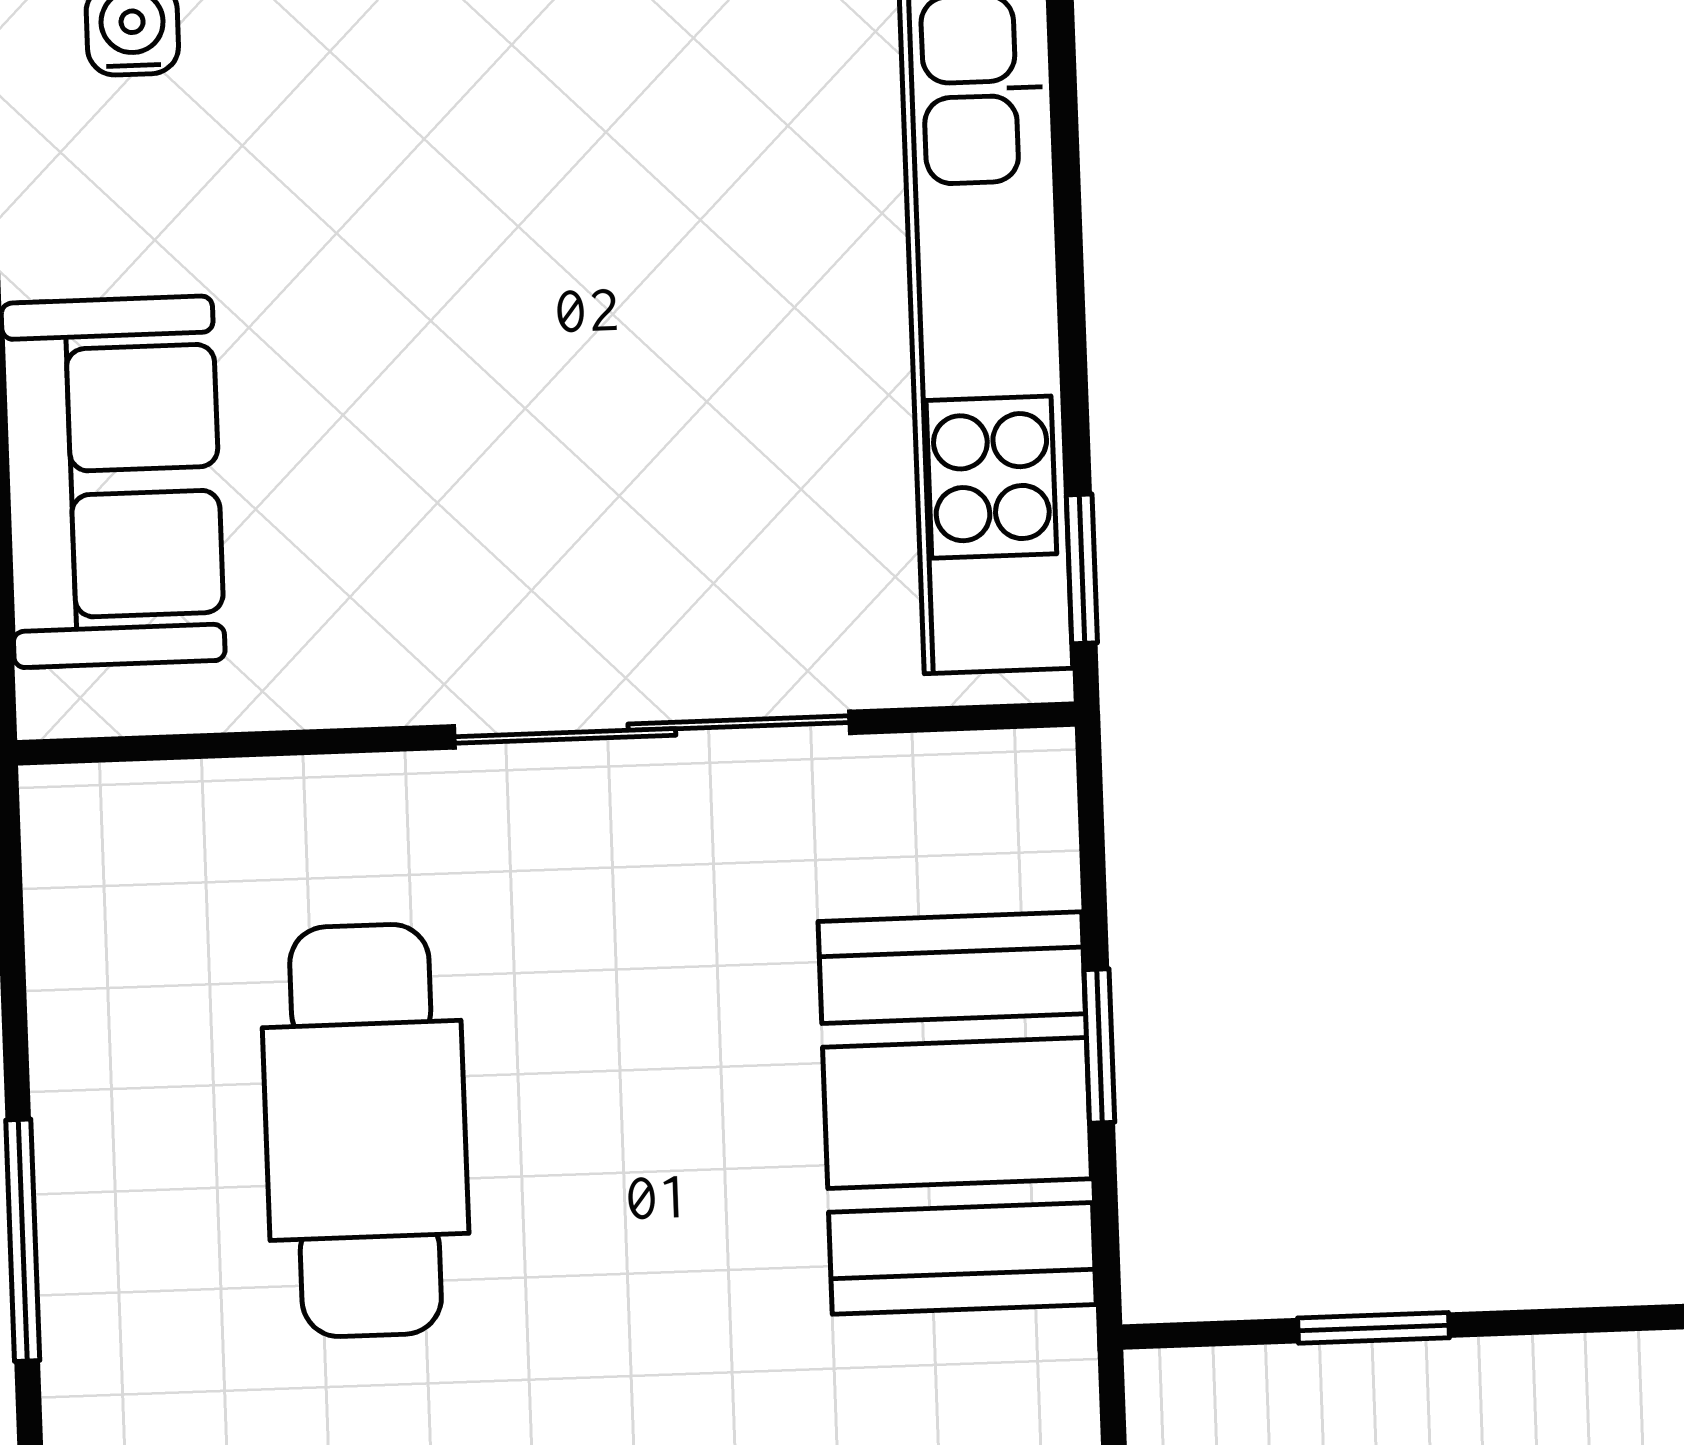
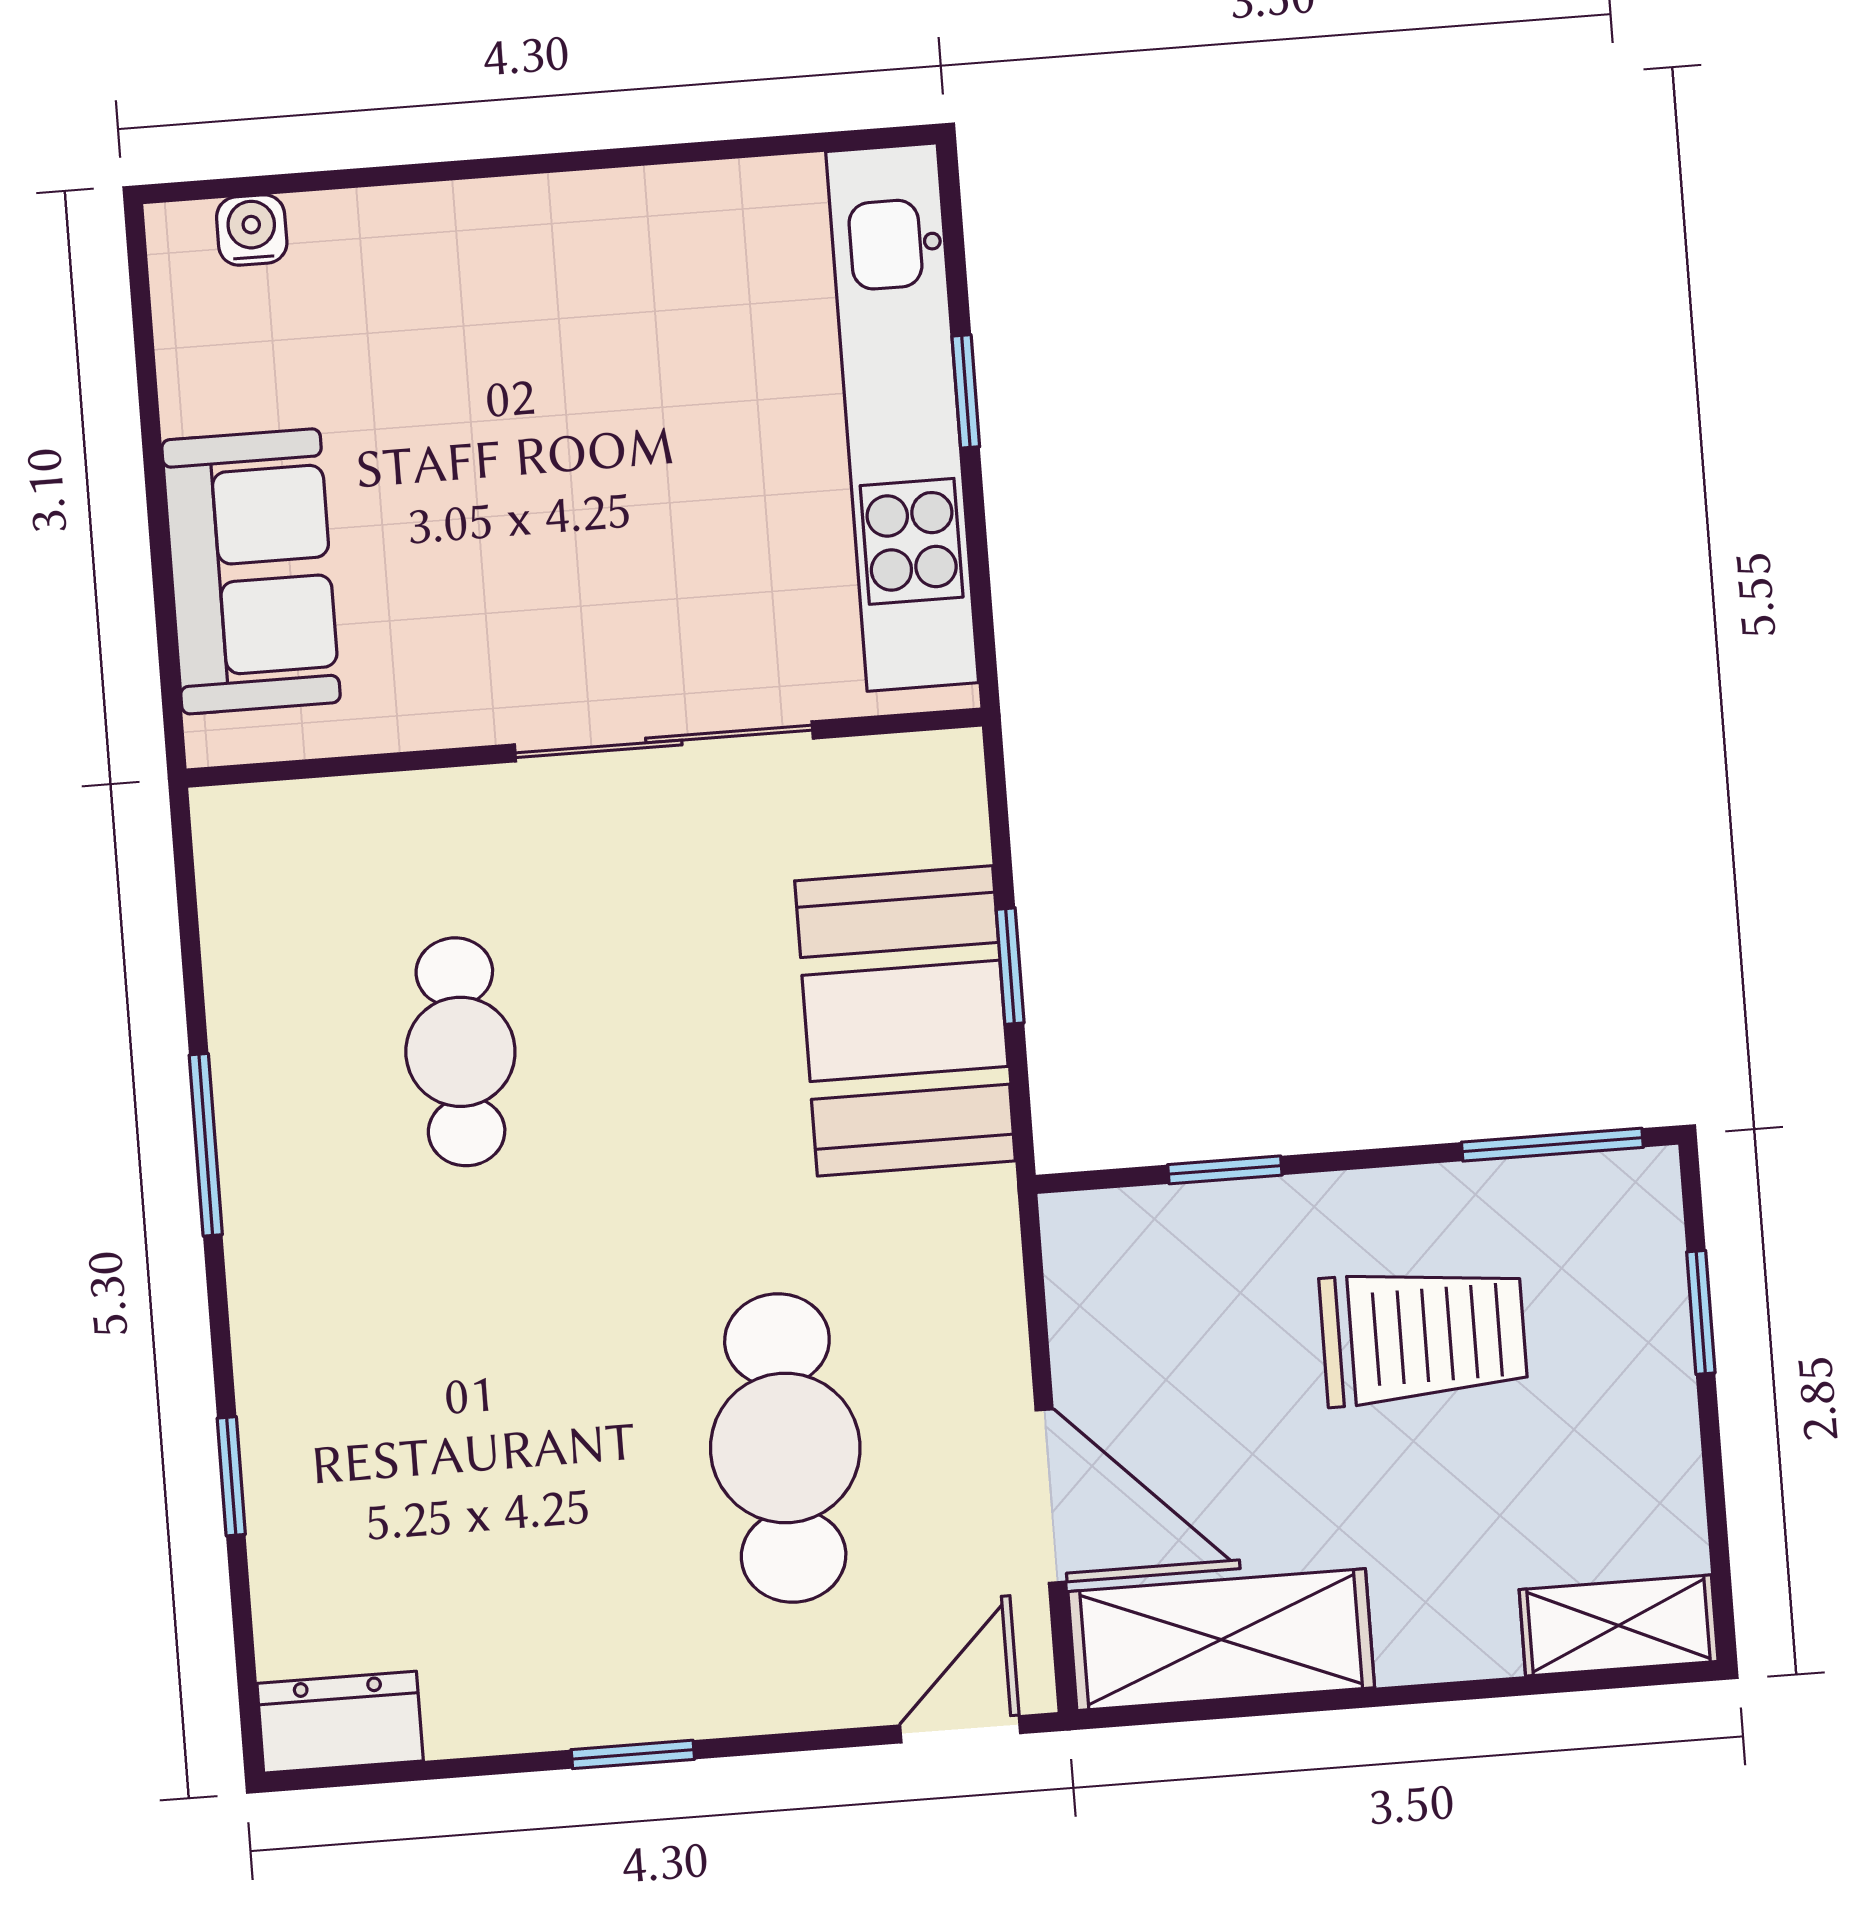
window: (1082, 569) -> (966, 391), moved
cafe table: (366, 1130) -> (460, 1052), width x0.73, depth x0.74

